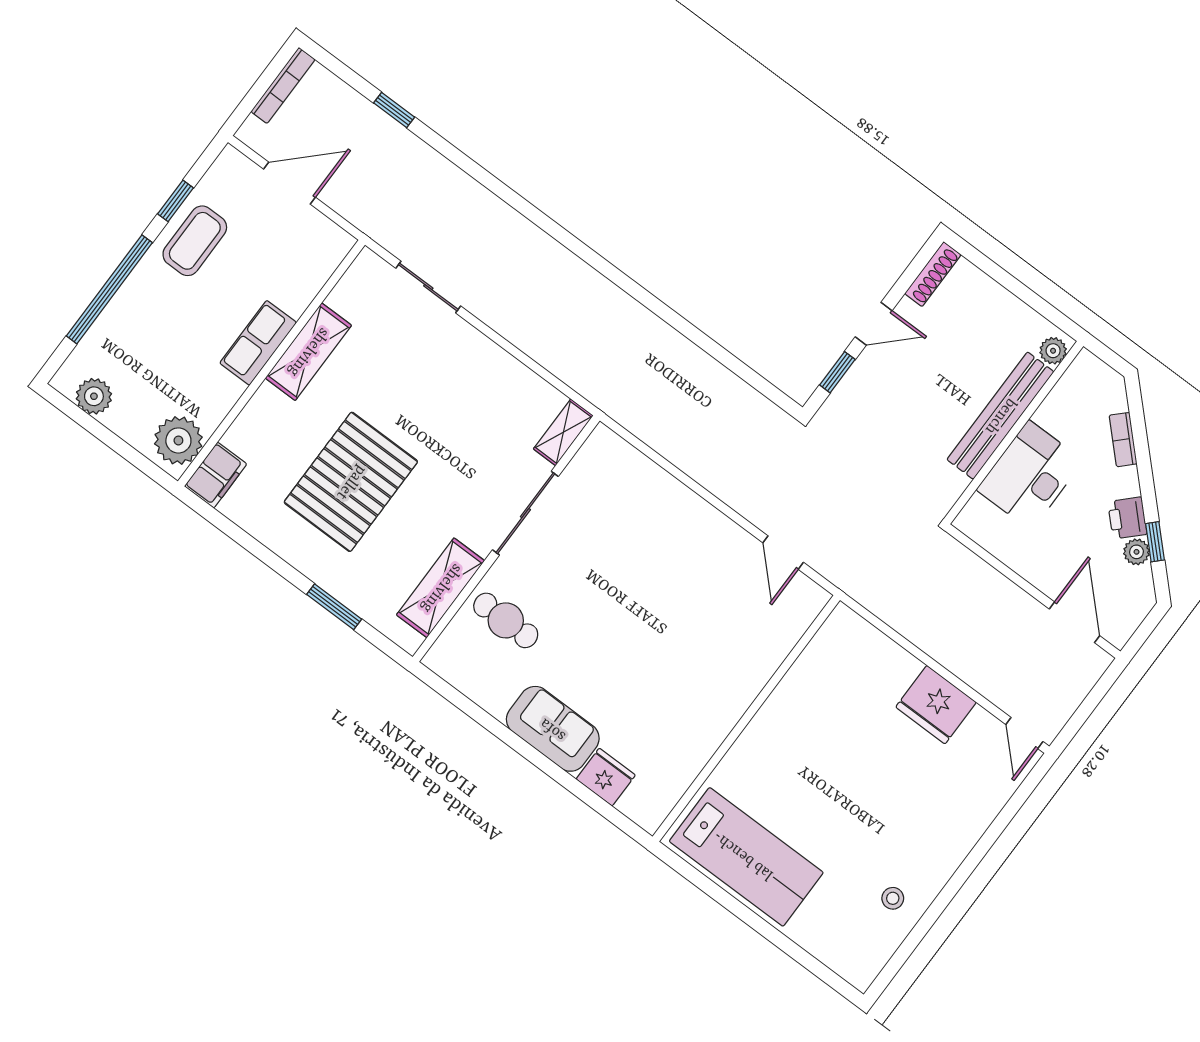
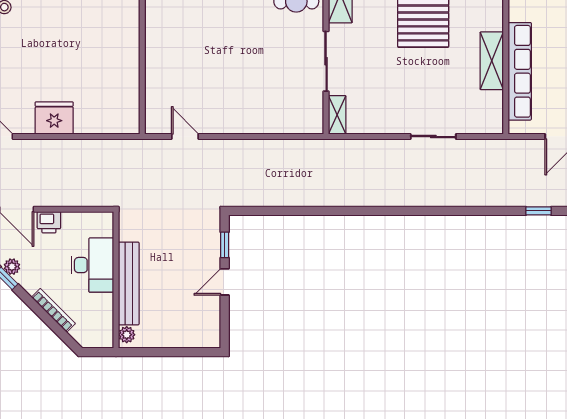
shoe rack: (933, 274) -> (214, 328), removed
sliding door: (428, 287) -> (433, 137), moved
row of seats: (258, 343) -> (520, 71), width x2.02
bookcase: (1123, 440) -> (53, 310), width x1.56
printer: (1127, 518) -> (49, 222), moved, turned 135

